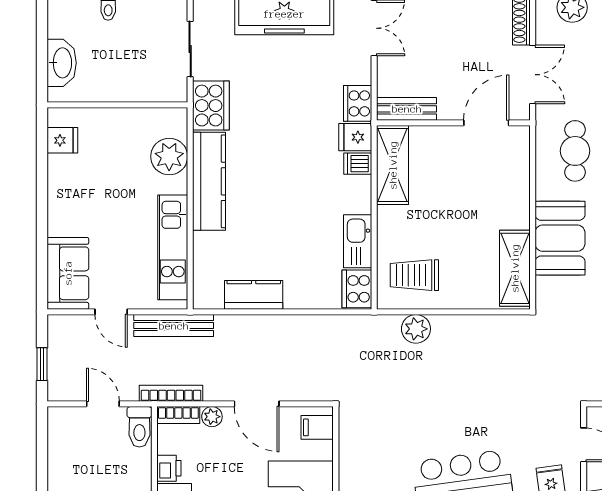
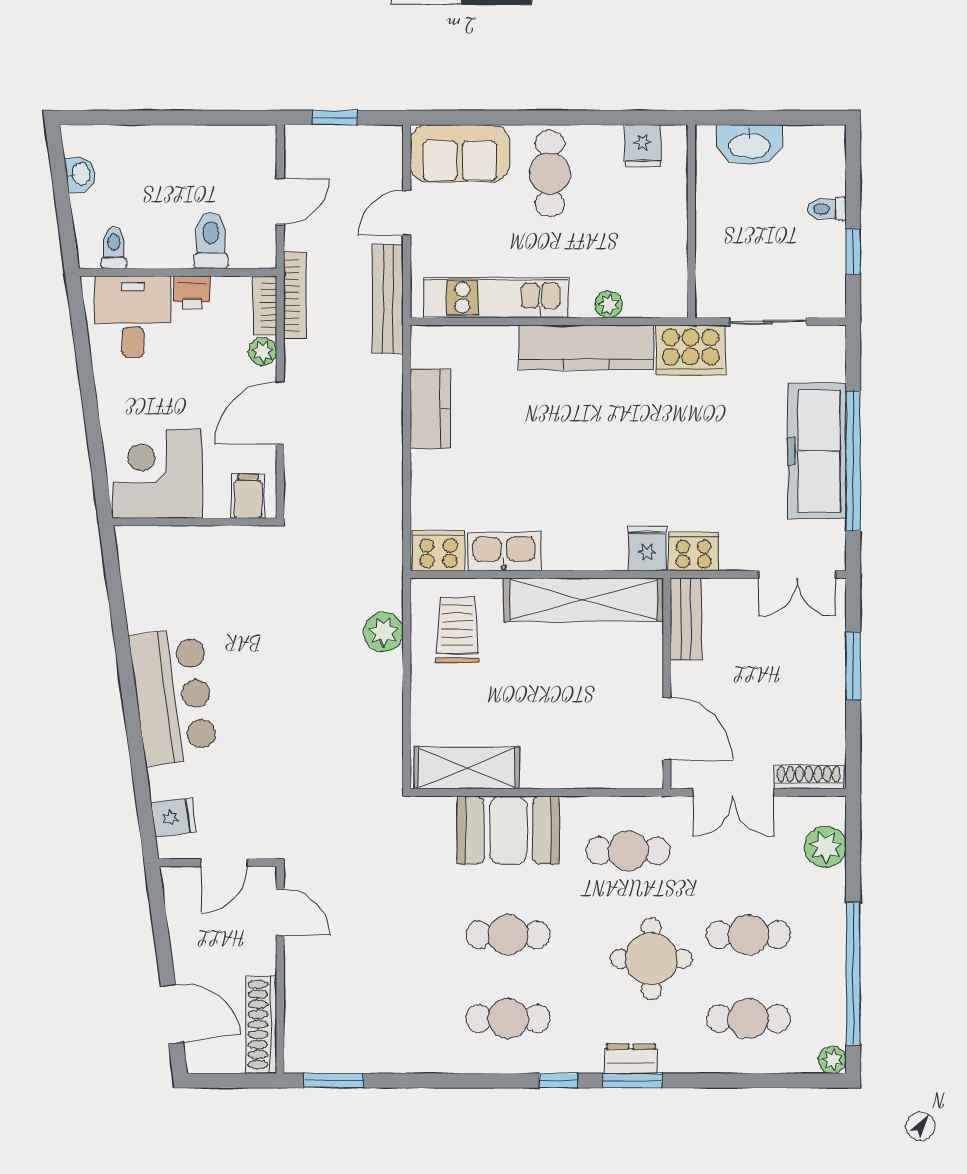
plant: (169, 157) -> (609, 304), width x0.53, depth x0.53
dishwasher: (358, 164) -> (611, 552), removed
shelving: (393, 165) -> (583, 600), width x1.47
cafe table: (83, 208) -> (550, 173), added
toilet: (139, 427) -> (211, 241), moved, turned 90

